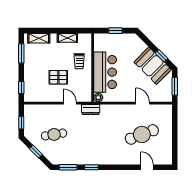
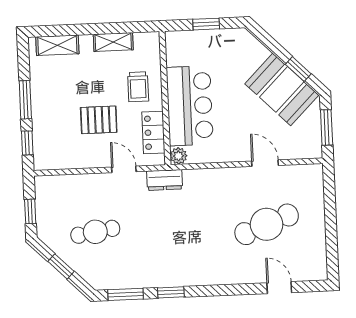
window: (21, 53) -> (25, 100), moved
locker: (86, 85) -> (153, 133), added

